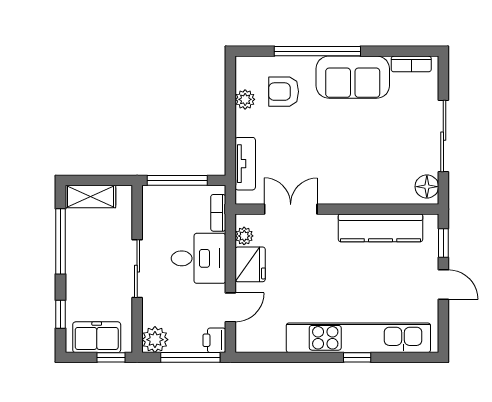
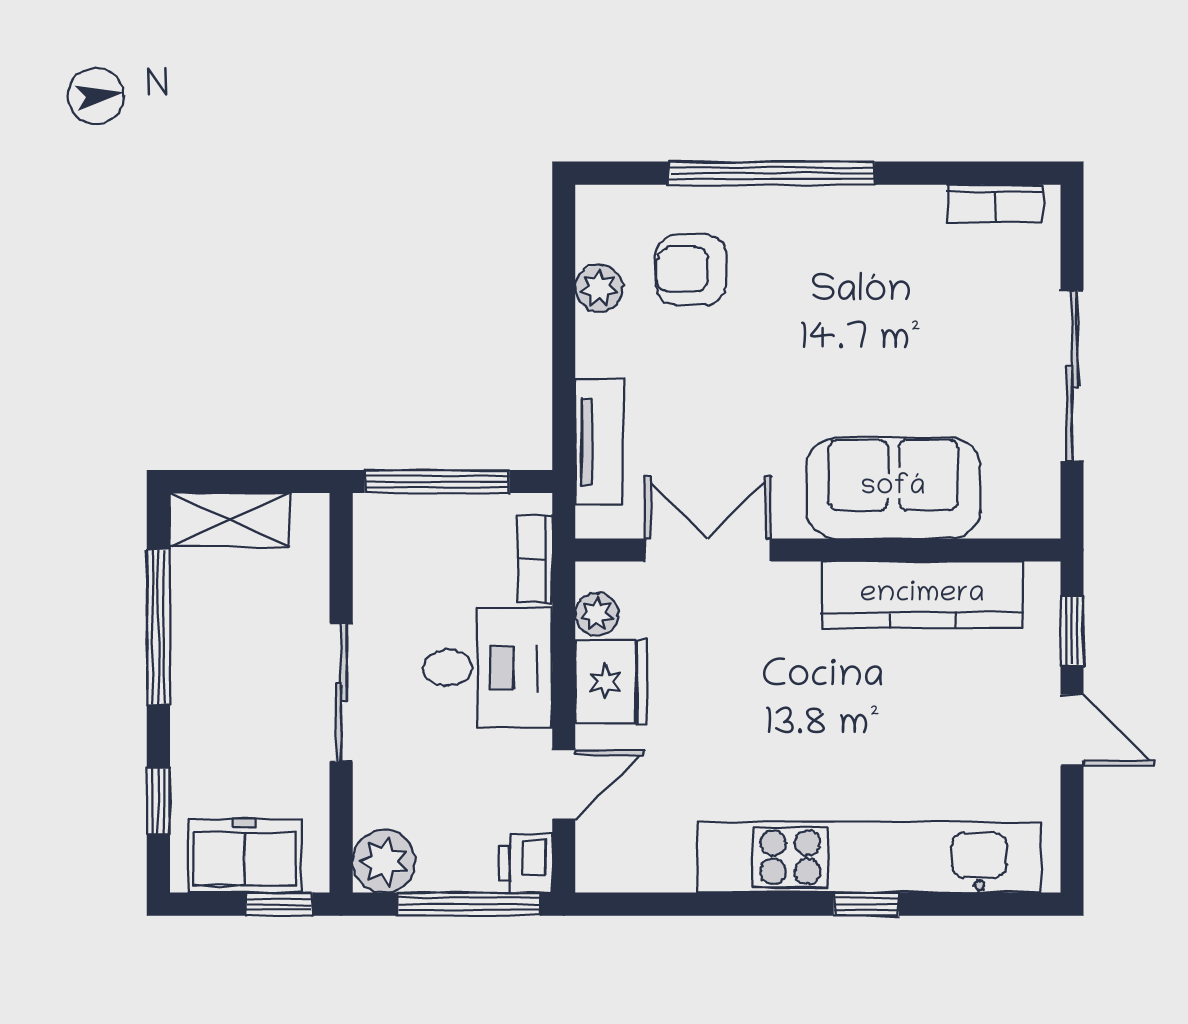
sofa: (353, 77) -> (893, 488), moved, turned 180
floor lamp: (427, 187) -> (1033, 496), removed

